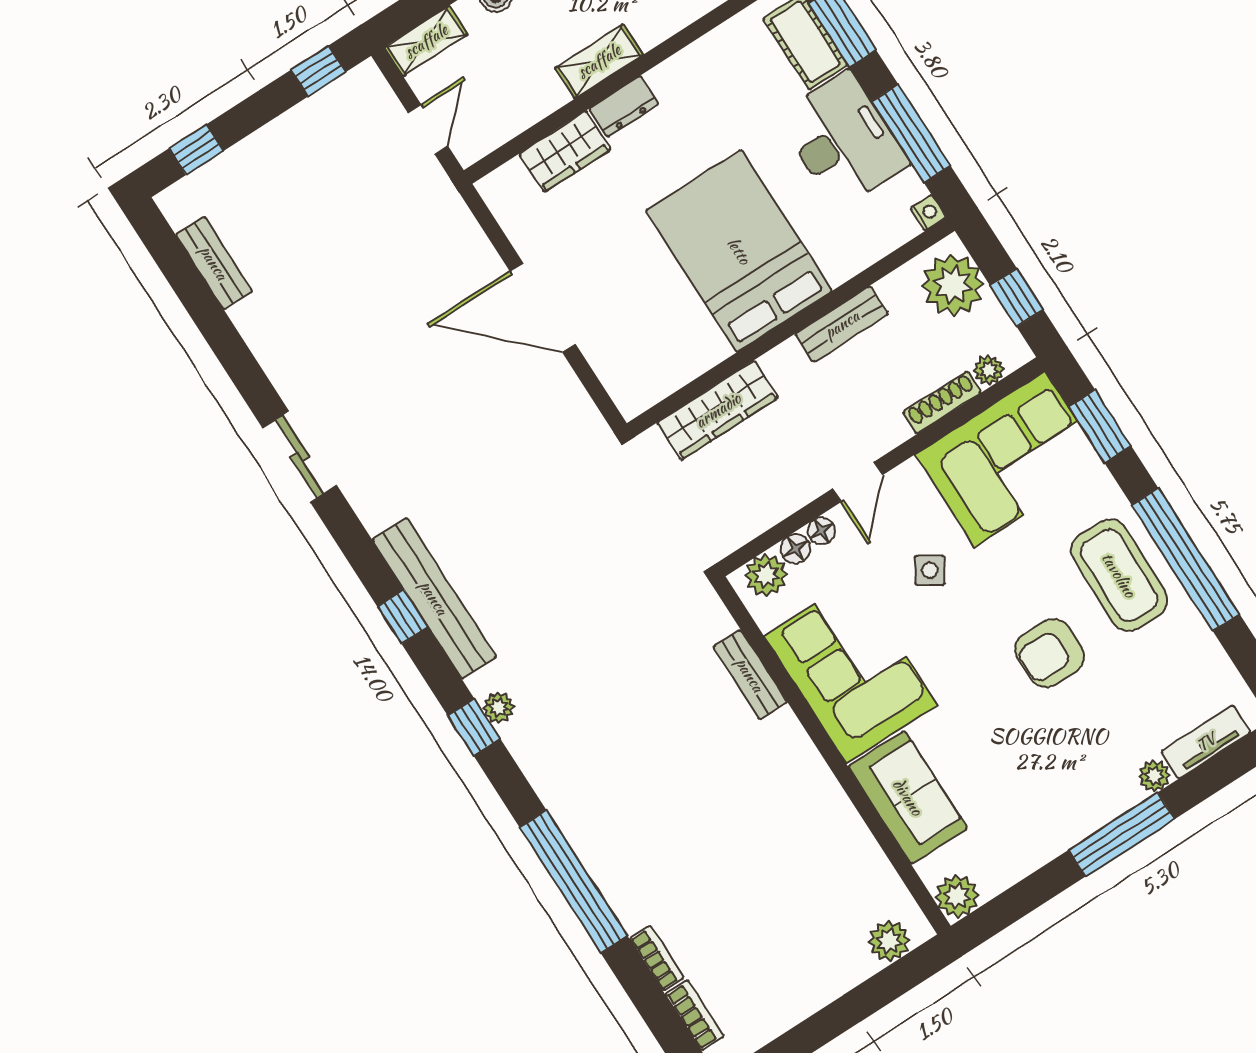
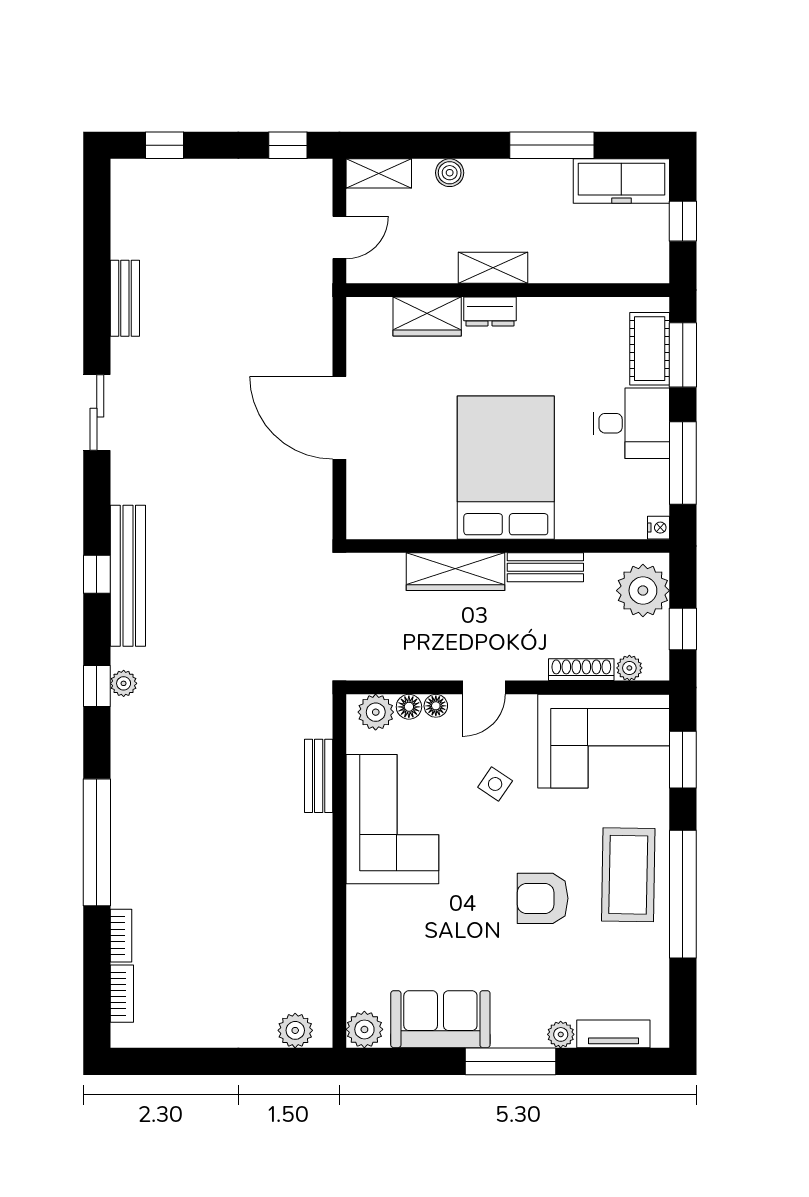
desk: (843, 140) -> (631, 423), width x0.73
bench: (214, 263) -> (125, 298), moved
wardrobe: (718, 410) -> (456, 572), moved
sofa: (908, 797) -> (440, 1019), moved, turned -90

